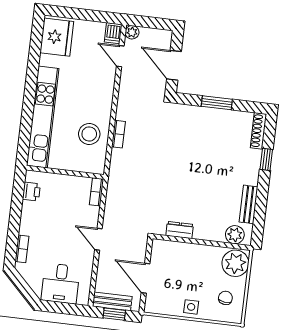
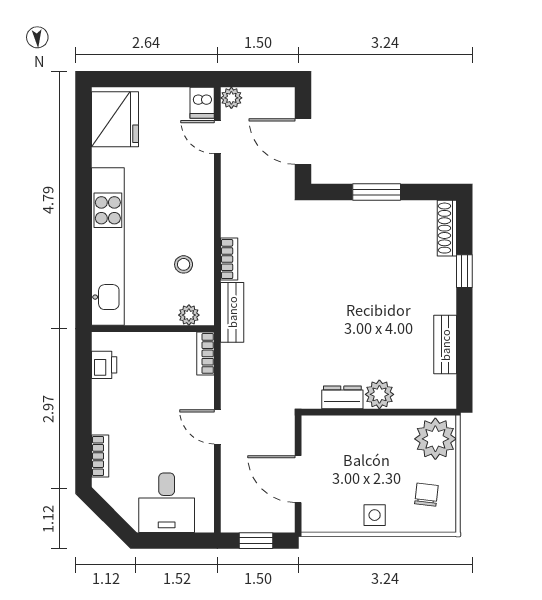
stool: (89, 134) -> (184, 264), width x0.53, depth x0.53
plant: (89, 166) -> (189, 315), added
plant: (235, 235) -> (379, 394), moved
bench: (112, 301) -> (232, 312), moved, turned 90

